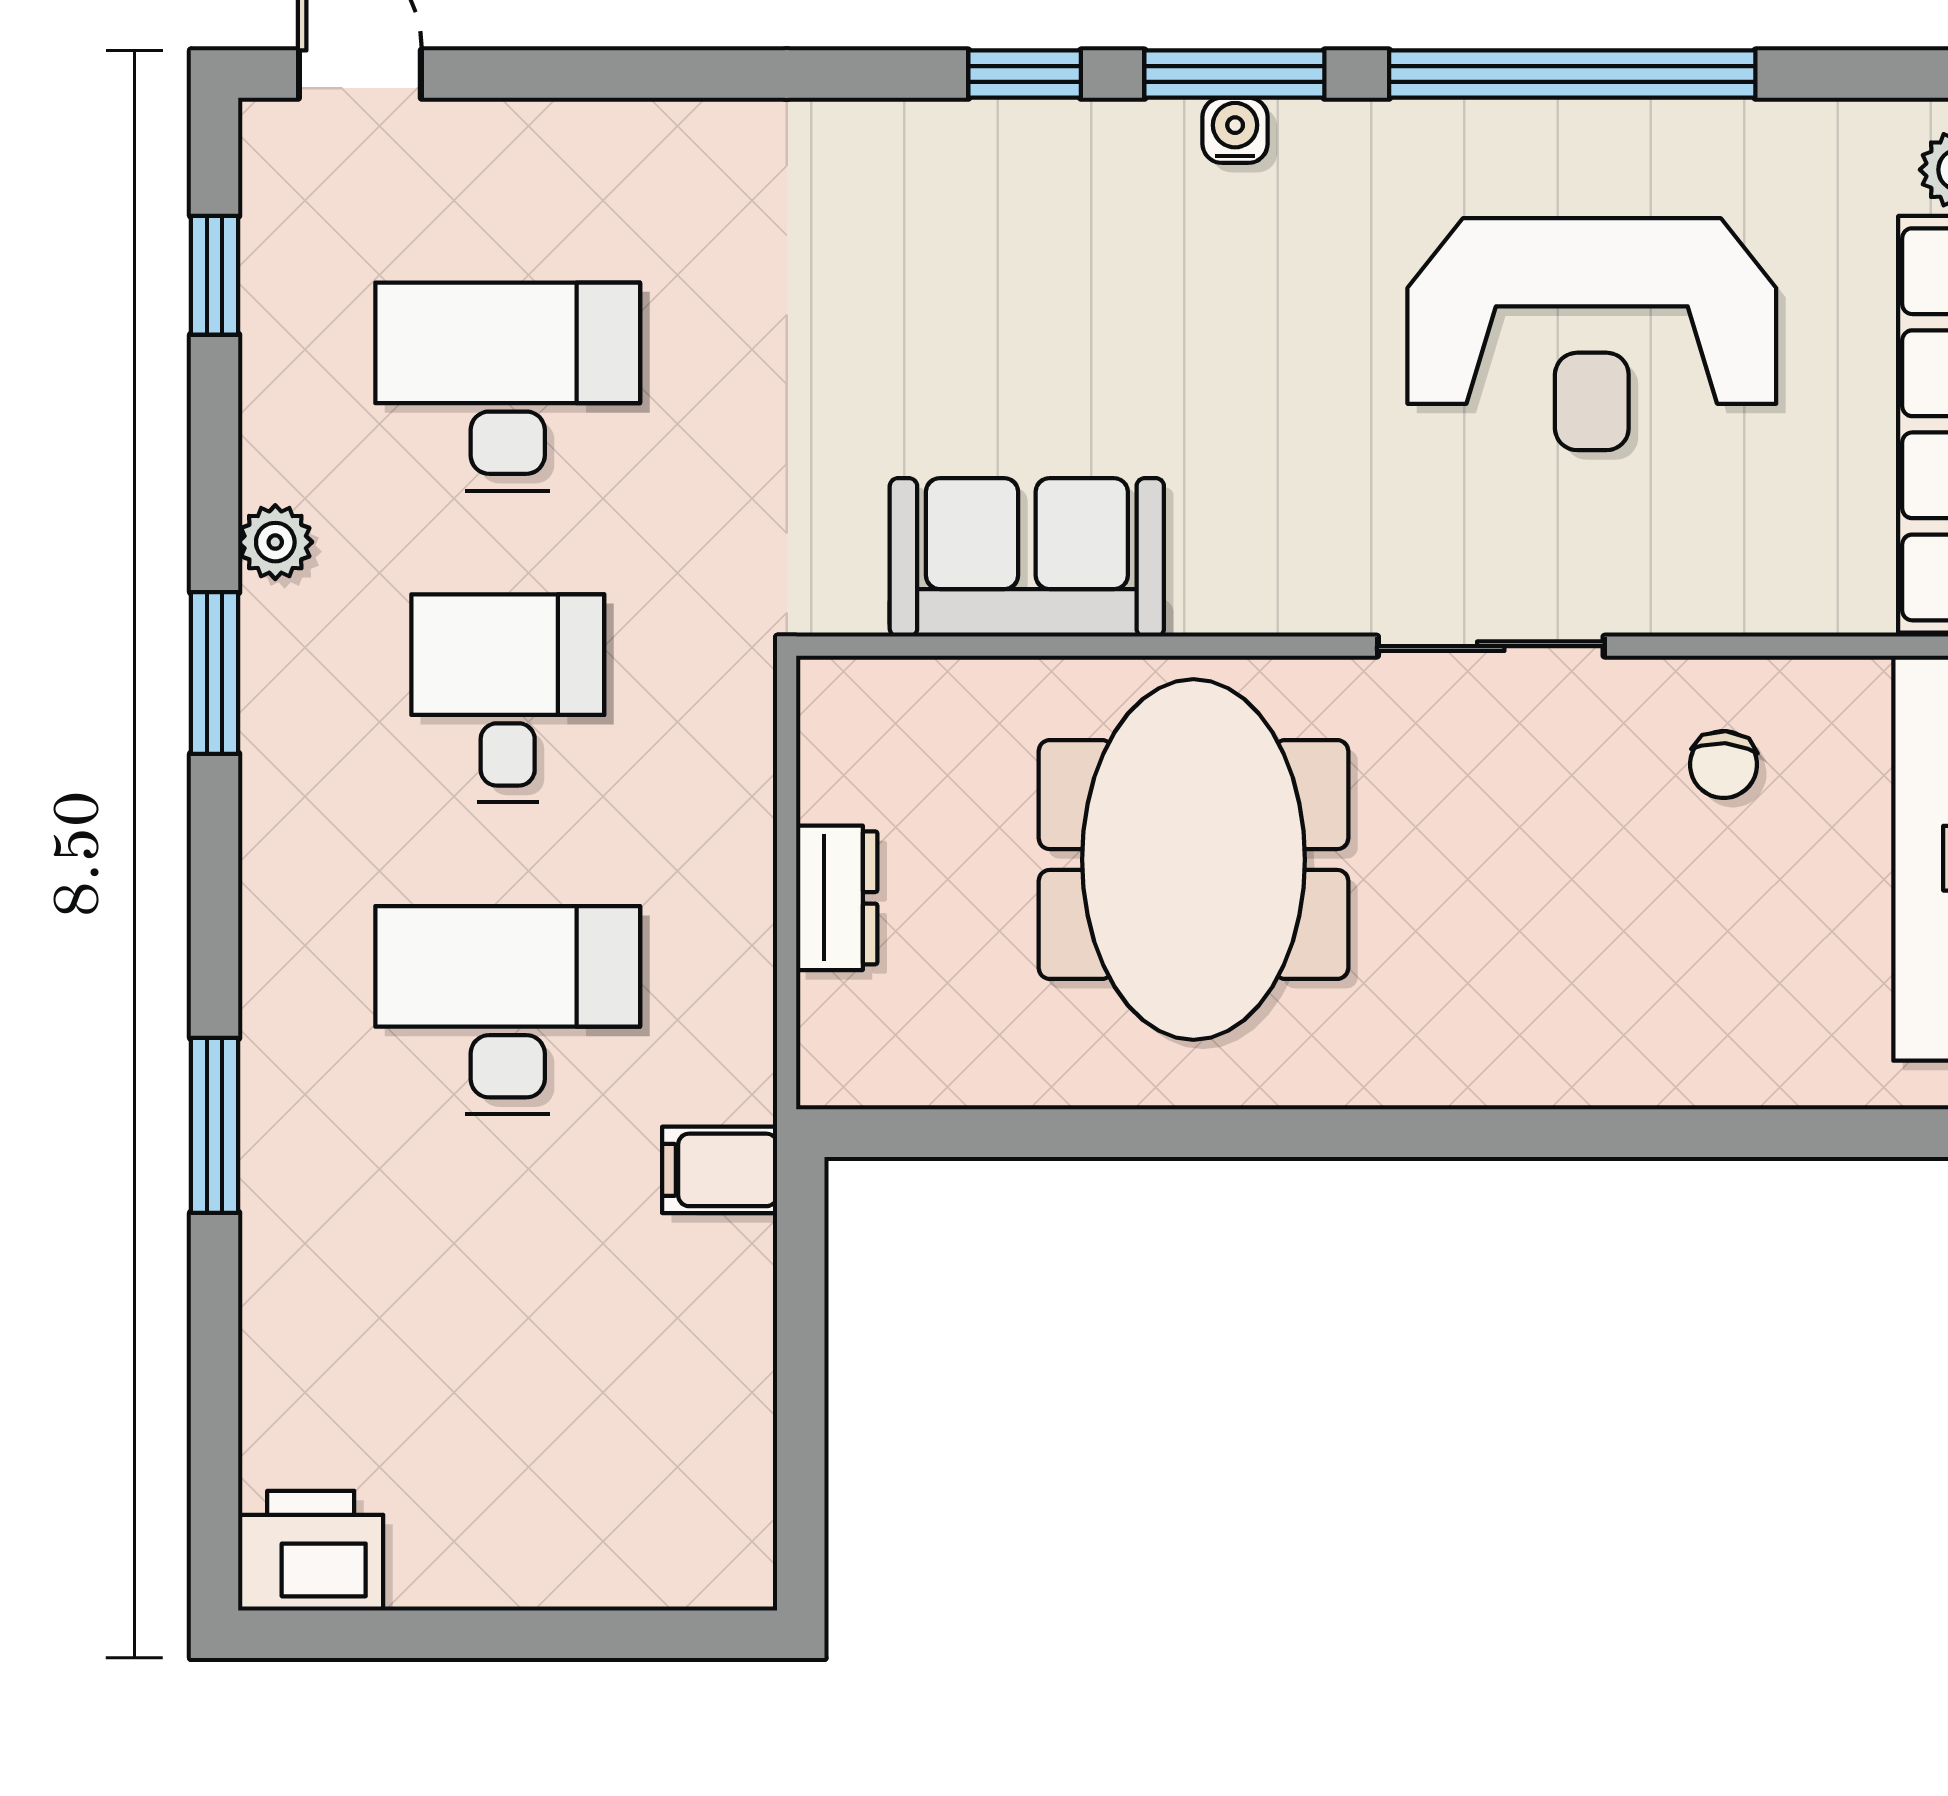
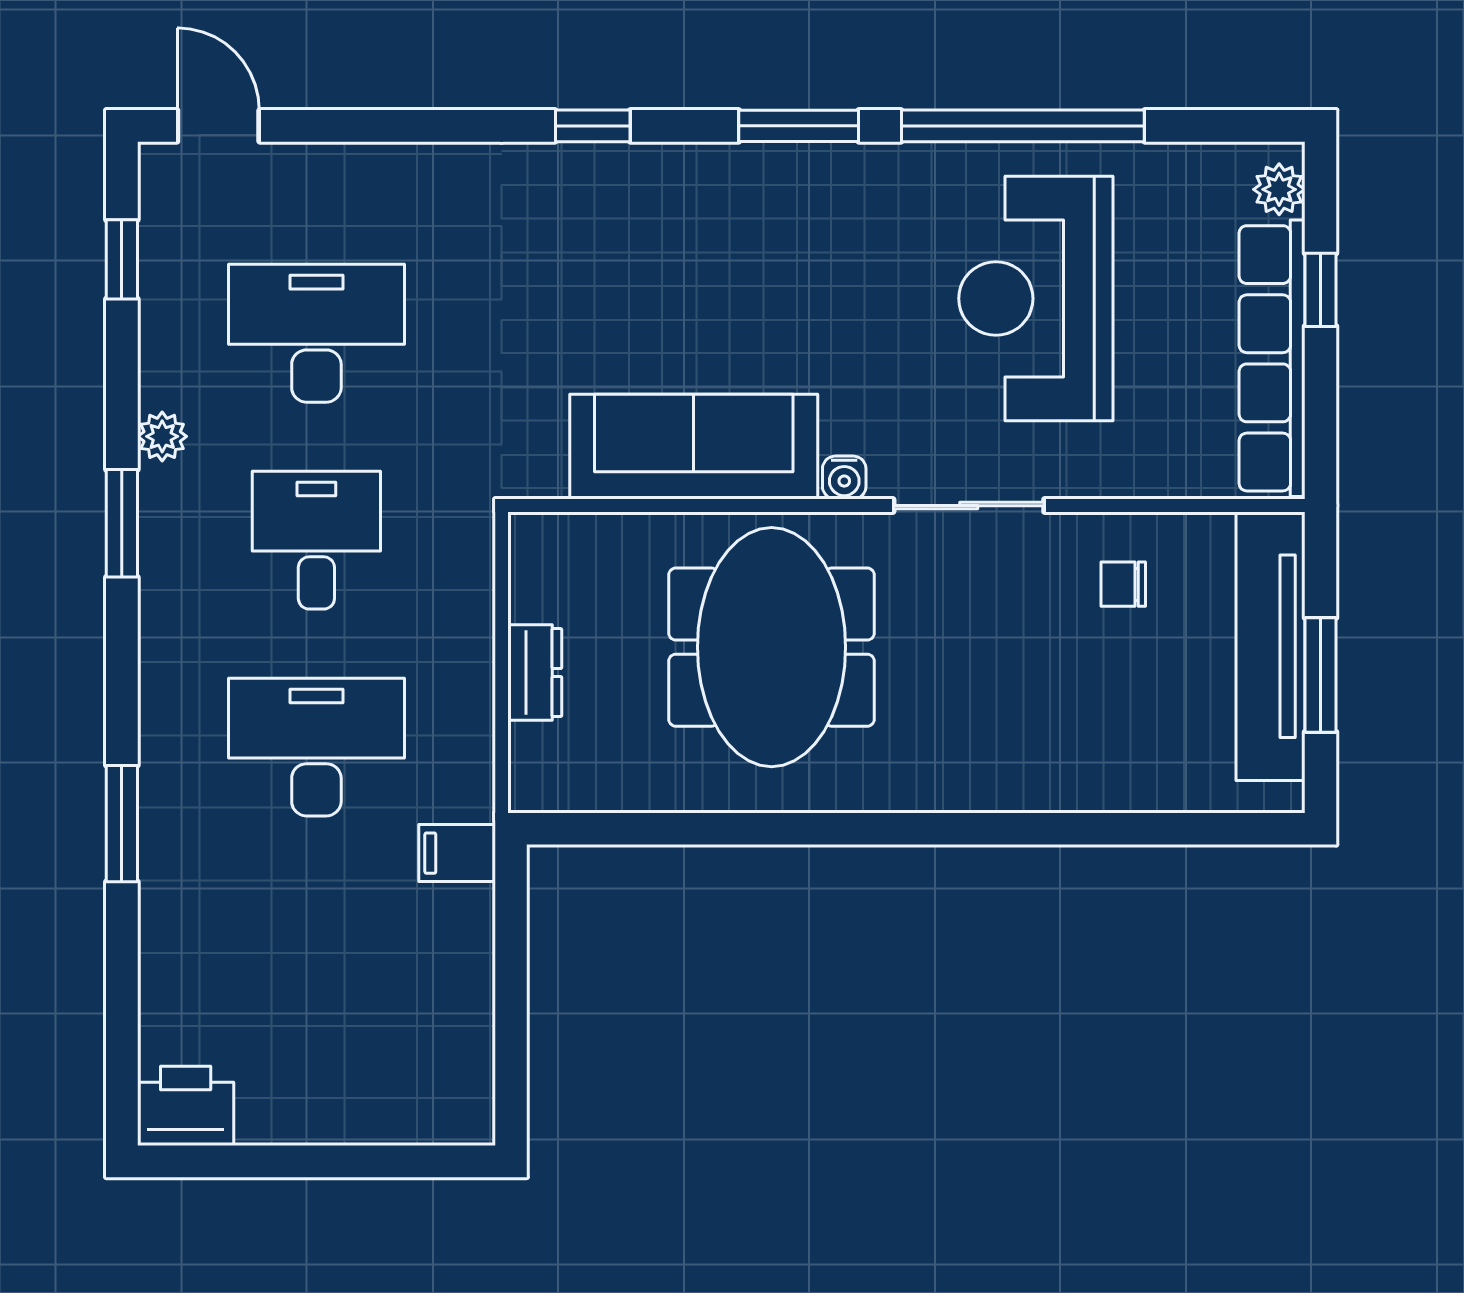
window: (1025, 74) -> (593, 126), moved
water cooler: (1235, 130) -> (844, 478), moved, turned 180
reception desk: (1592, 334) -> (1036, 298), turned 90
sofa: (1027, 557) -> (694, 447), width x1.36
chair: (1724, 765) -> (1123, 584), turned 86

